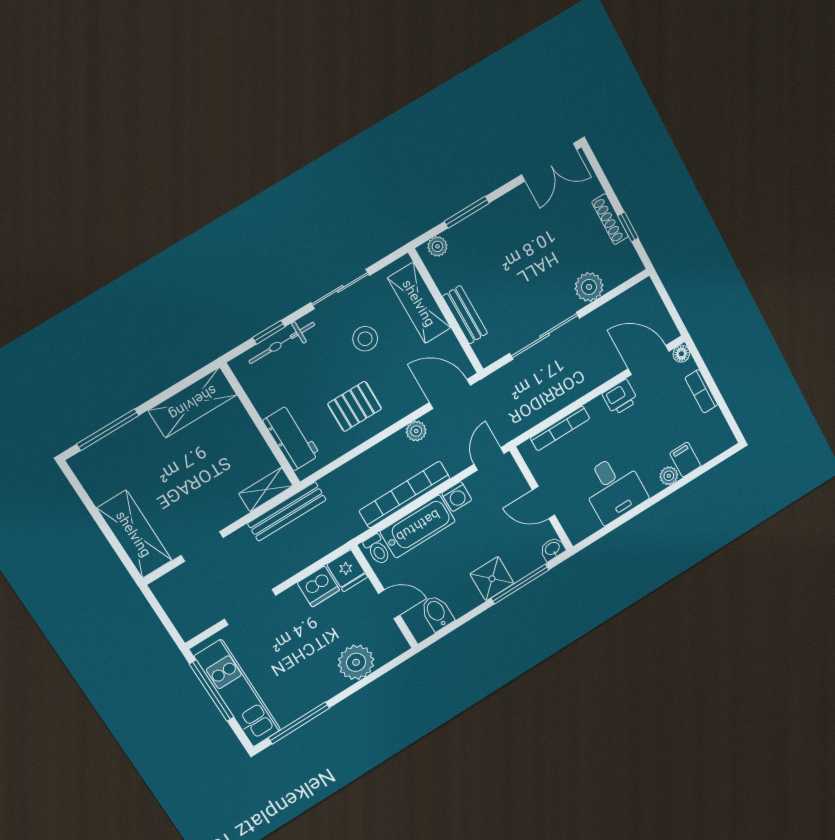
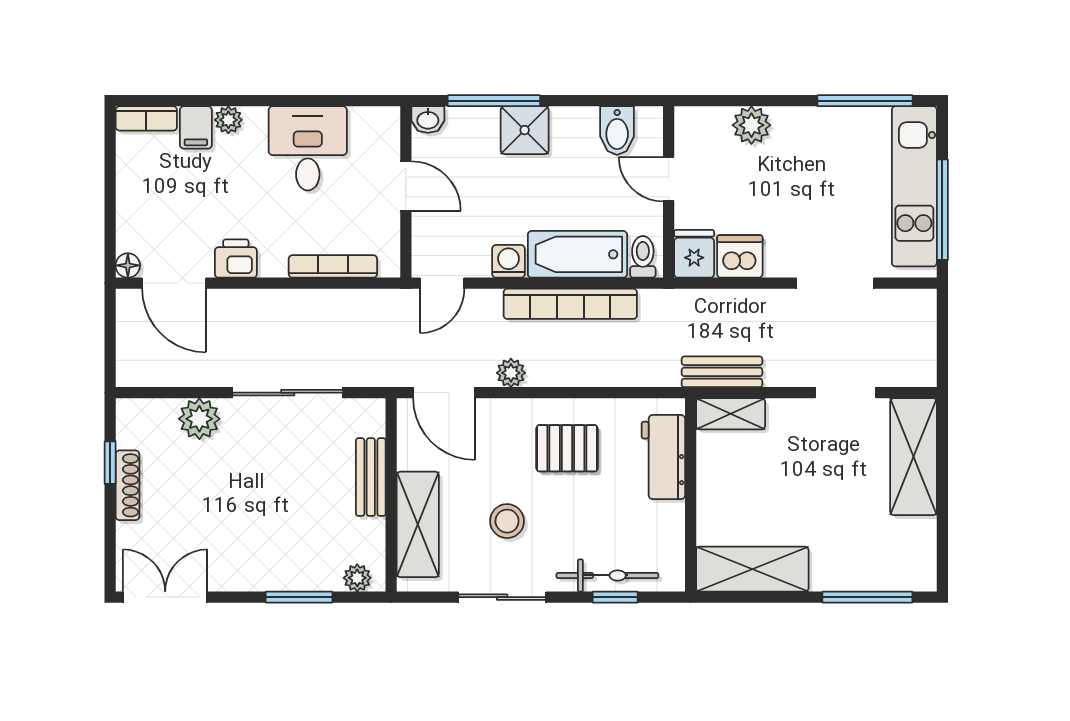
bookcase: (701, 391) -> (146, 118), moved, turned 90
bench: (287, 512) -> (722, 372), width x0.73
plant: (356, 662) -> (751, 125), width x0.73, depth x0.73

